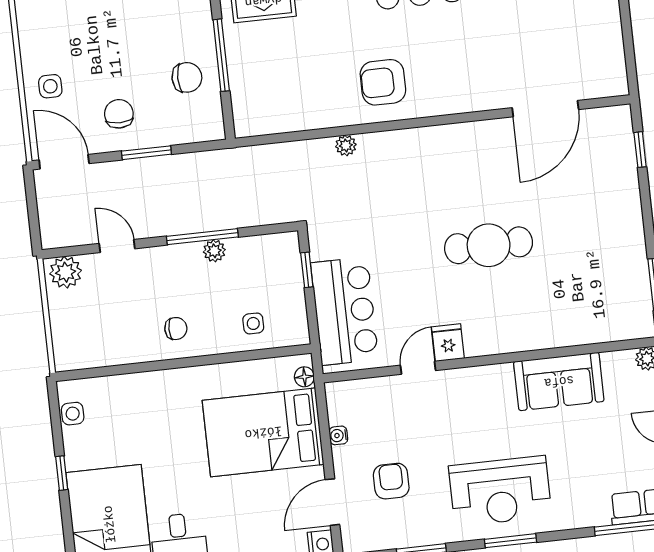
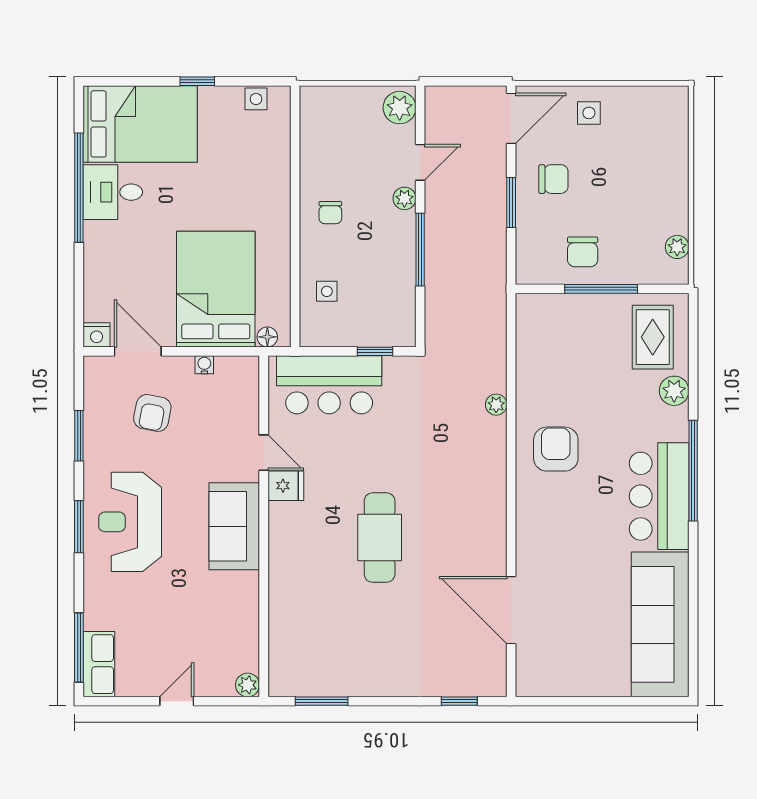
plant: (214, 251) -> (404, 198), moved
sofa: (559, 381) -> (234, 526), moved
armchair: (391, 481) -> (152, 413), turned 101

